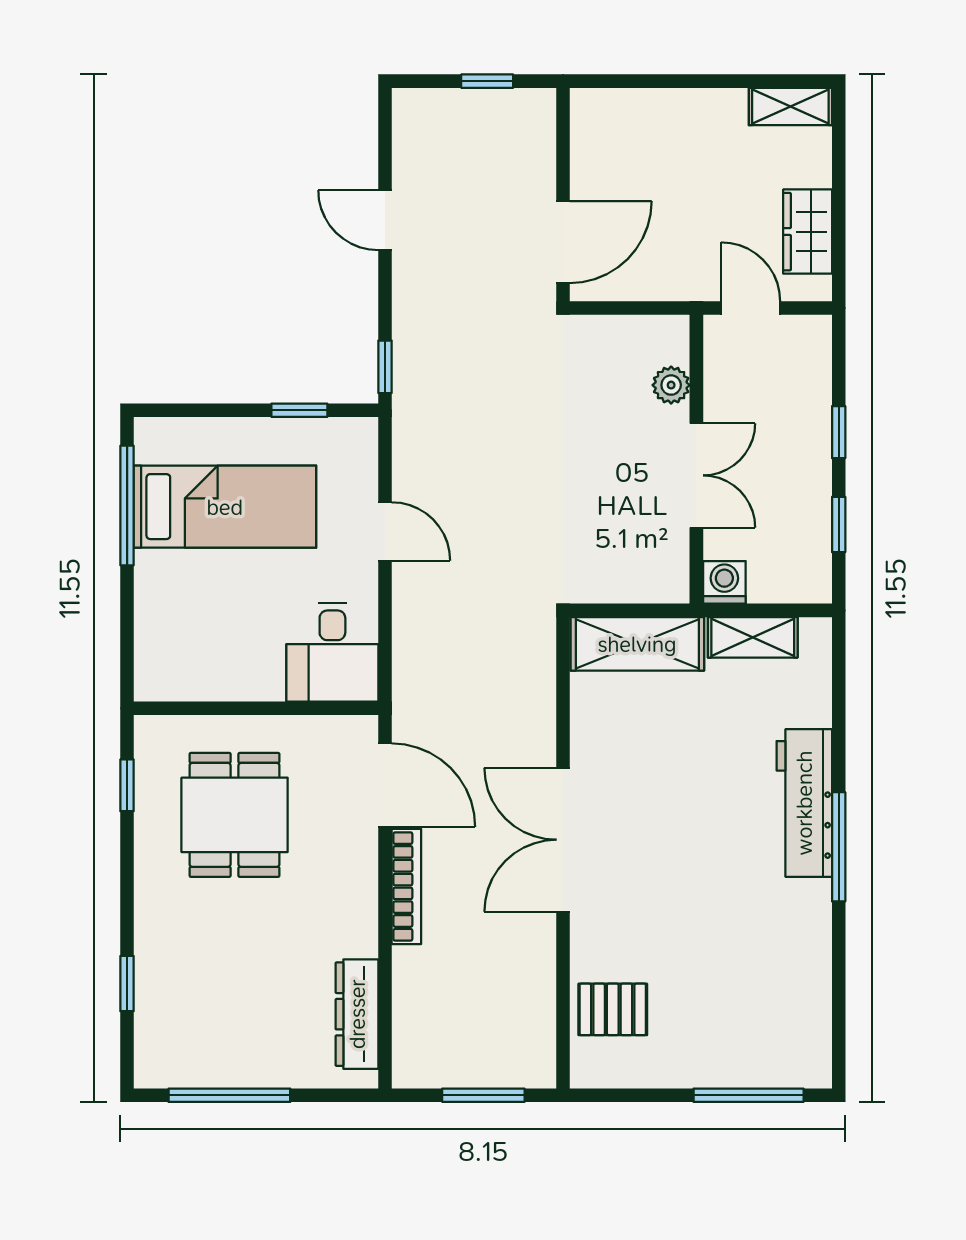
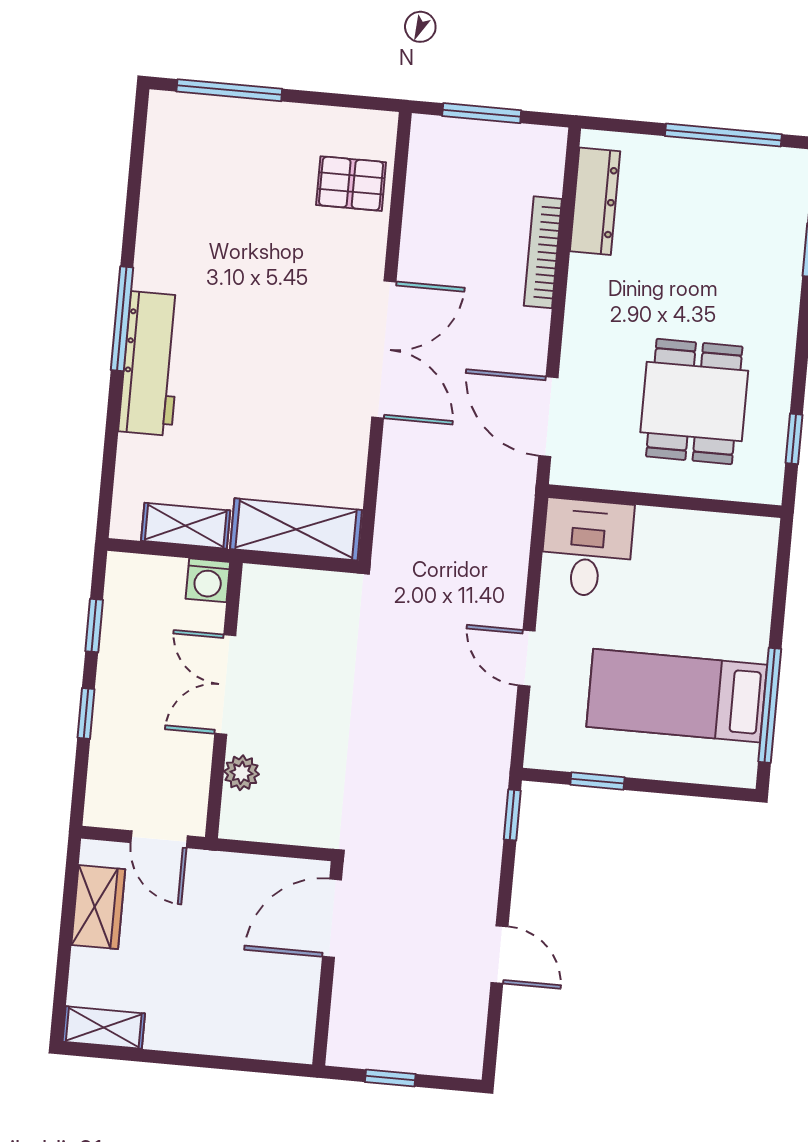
bookcase: (406, 886) -> (543, 252), moved

